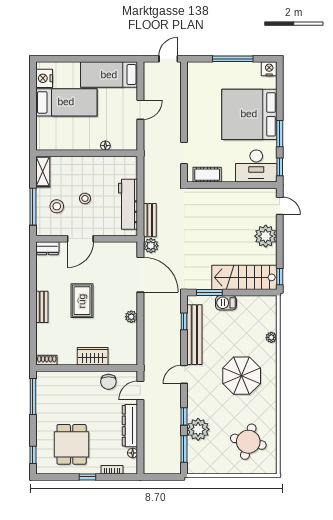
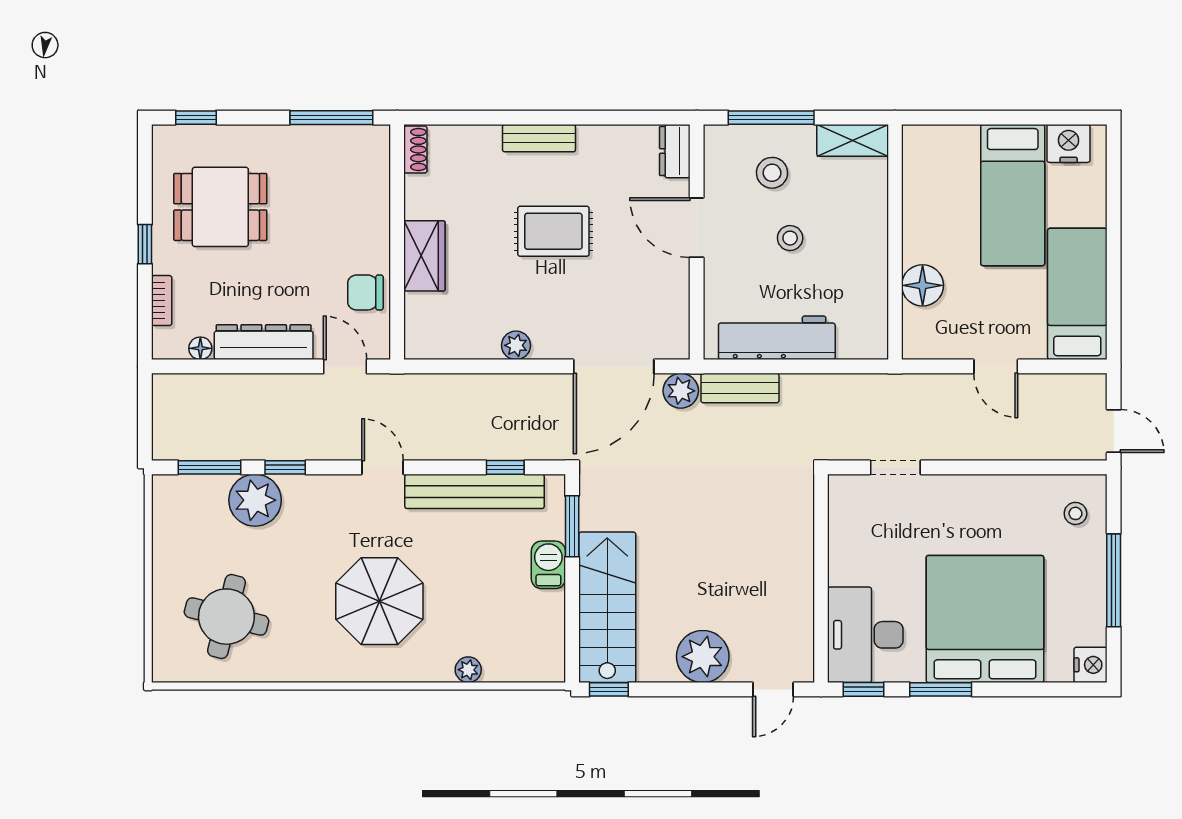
stool: (204, 75) -> (1075, 513), added
floor lamp: (105, 146) -> (923, 285), width x1.89, depth x1.89
cot: (207, 175) -> (845, 521), removed

